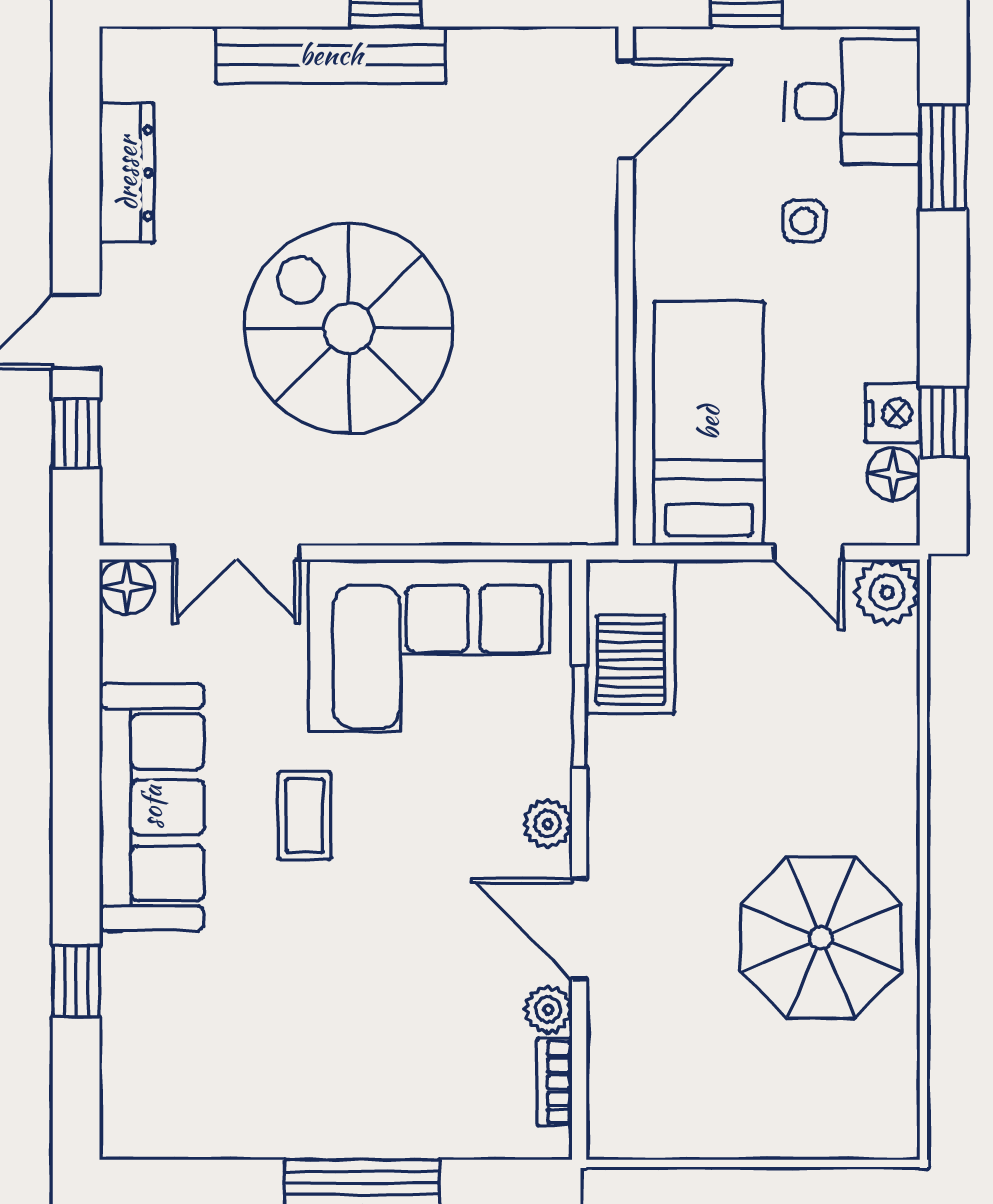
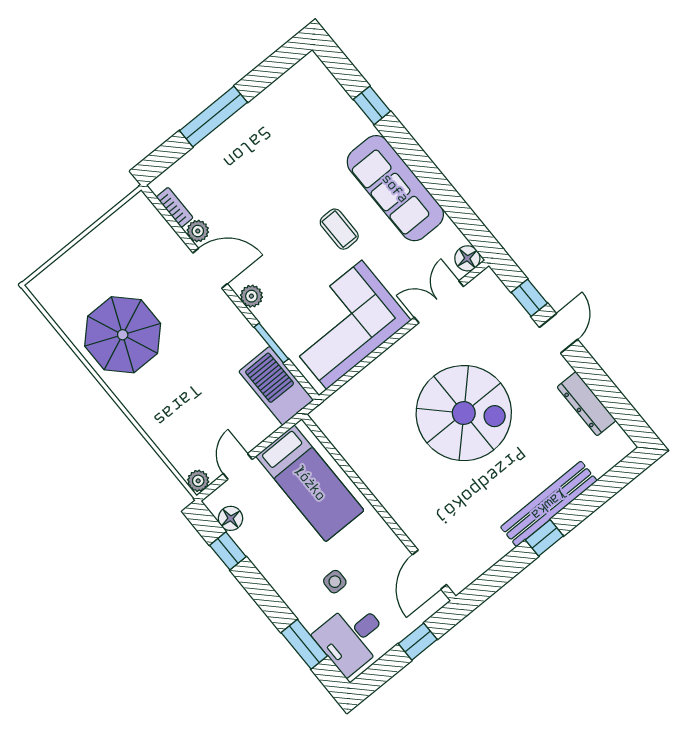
nightstand: (893, 413) -> (248, 540), removed
door: (808, 553) -> (238, 466), hinge flipped
plant: (887, 592) -> (198, 481), width x0.73, depth x0.73

